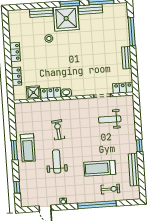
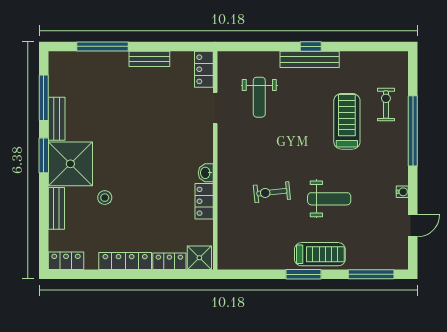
locker: (13, 20) -> (66, 261), added
locker: (15, 52) -> (125, 261), width x1.53
shower: (33, 93) -> (199, 258), moved
treadmill: (28, 148) -> (320, 254), moved
weight bench: (57, 161) -> (329, 199), turned 180
treadmill: (100, 168) -> (347, 121), turned 180
bench: (134, 170) -> (310, 59), moved
window: (17, 187) -> (371, 274), width x2.17

